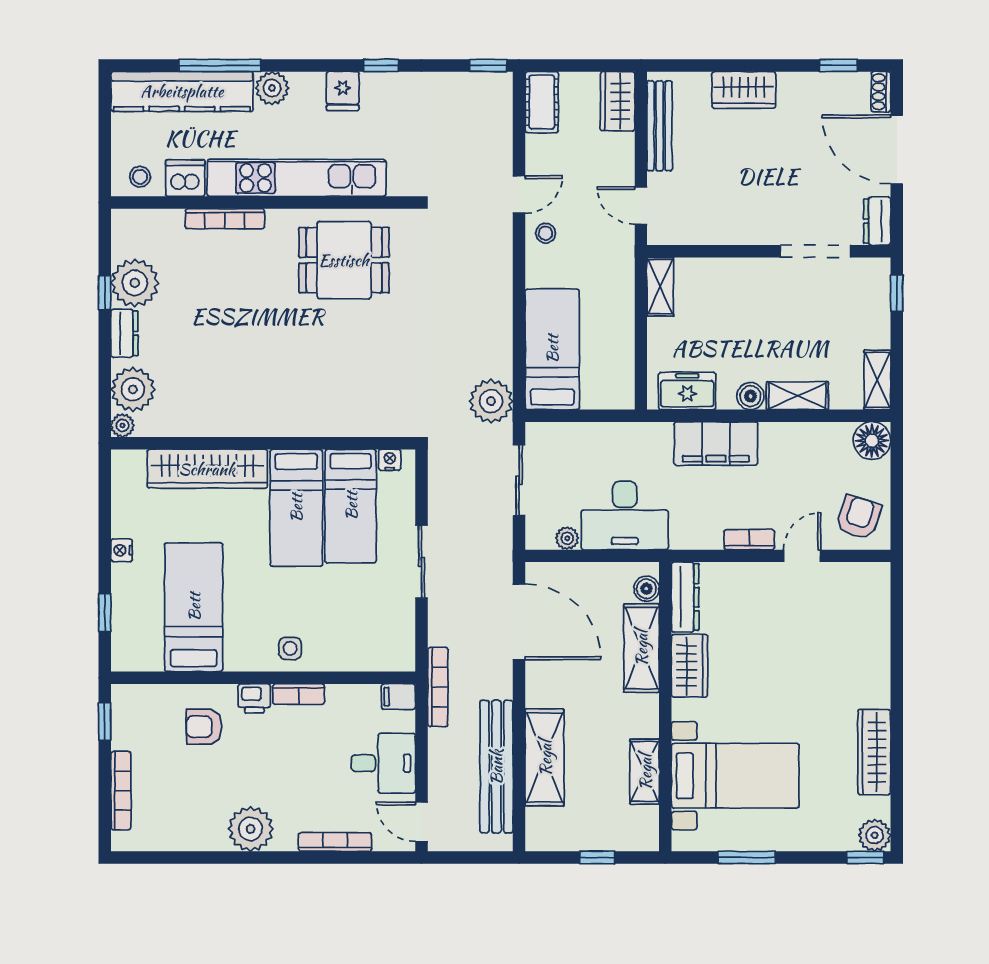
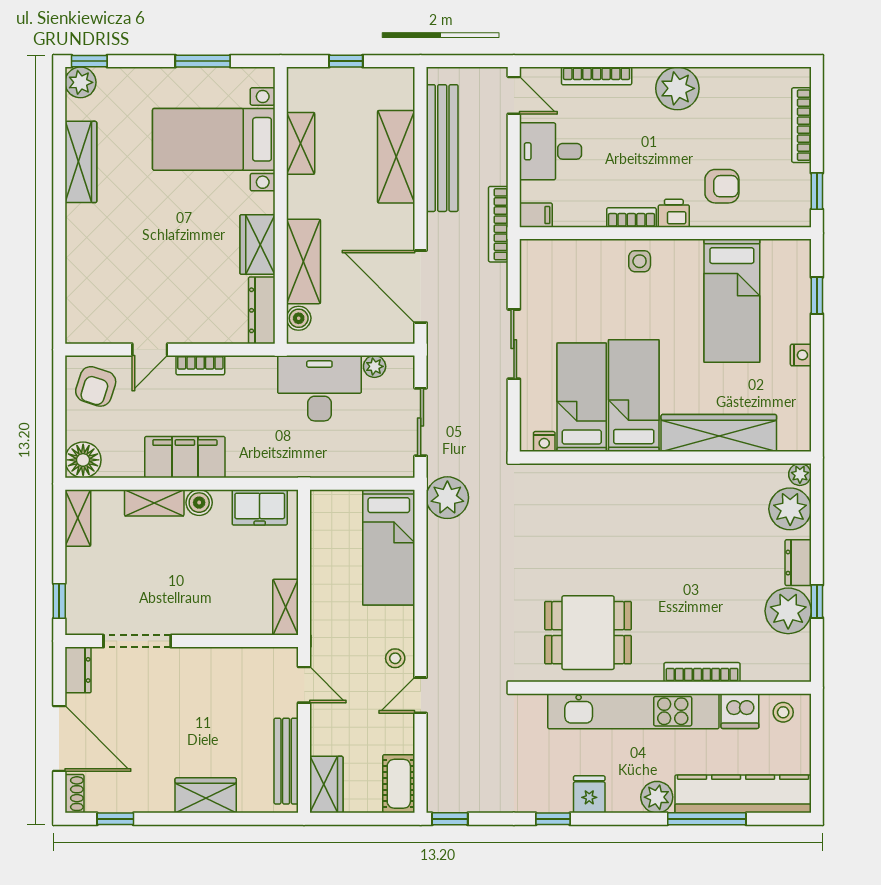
filing cabinet: (716, 444) -> (185, 457), moved

